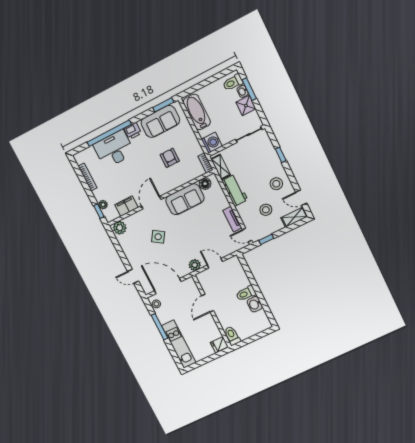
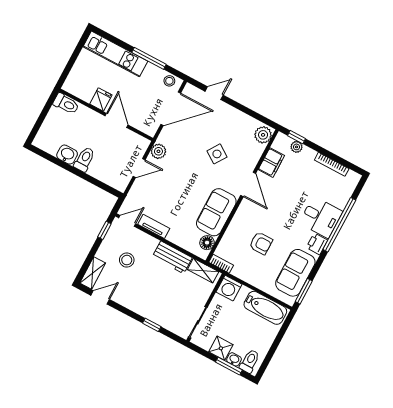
desk: (114, 149) -> (321, 217), width x0.73
stool: (276, 184) -> (135, 293), removed
fridge: (219, 345) -> (101, 99), moved

